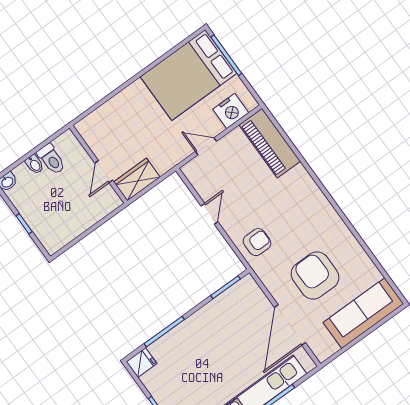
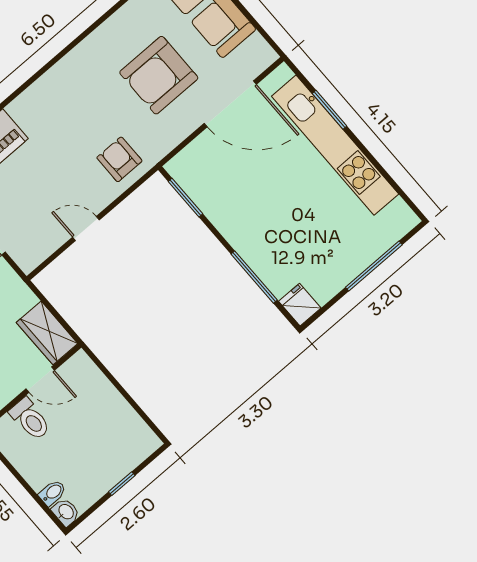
toilet: (51, 159) -> (30, 419), moved, turned 90
bidet: (34, 164) -> (52, 493), moved

